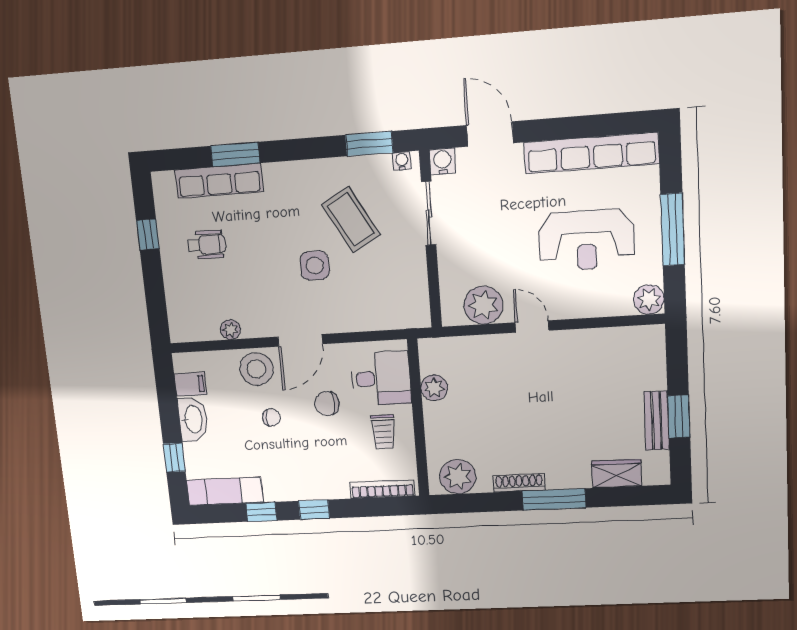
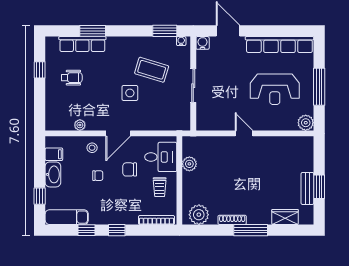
sliding door: (429, 213) -> (193, 86), moved
coffee table: (351, 220) -> (152, 70), turned -44
plant: (483, 305) -> (219, 120), removed
stool: (256, 369) -> (92, 148), width x0.53, depth x0.53

